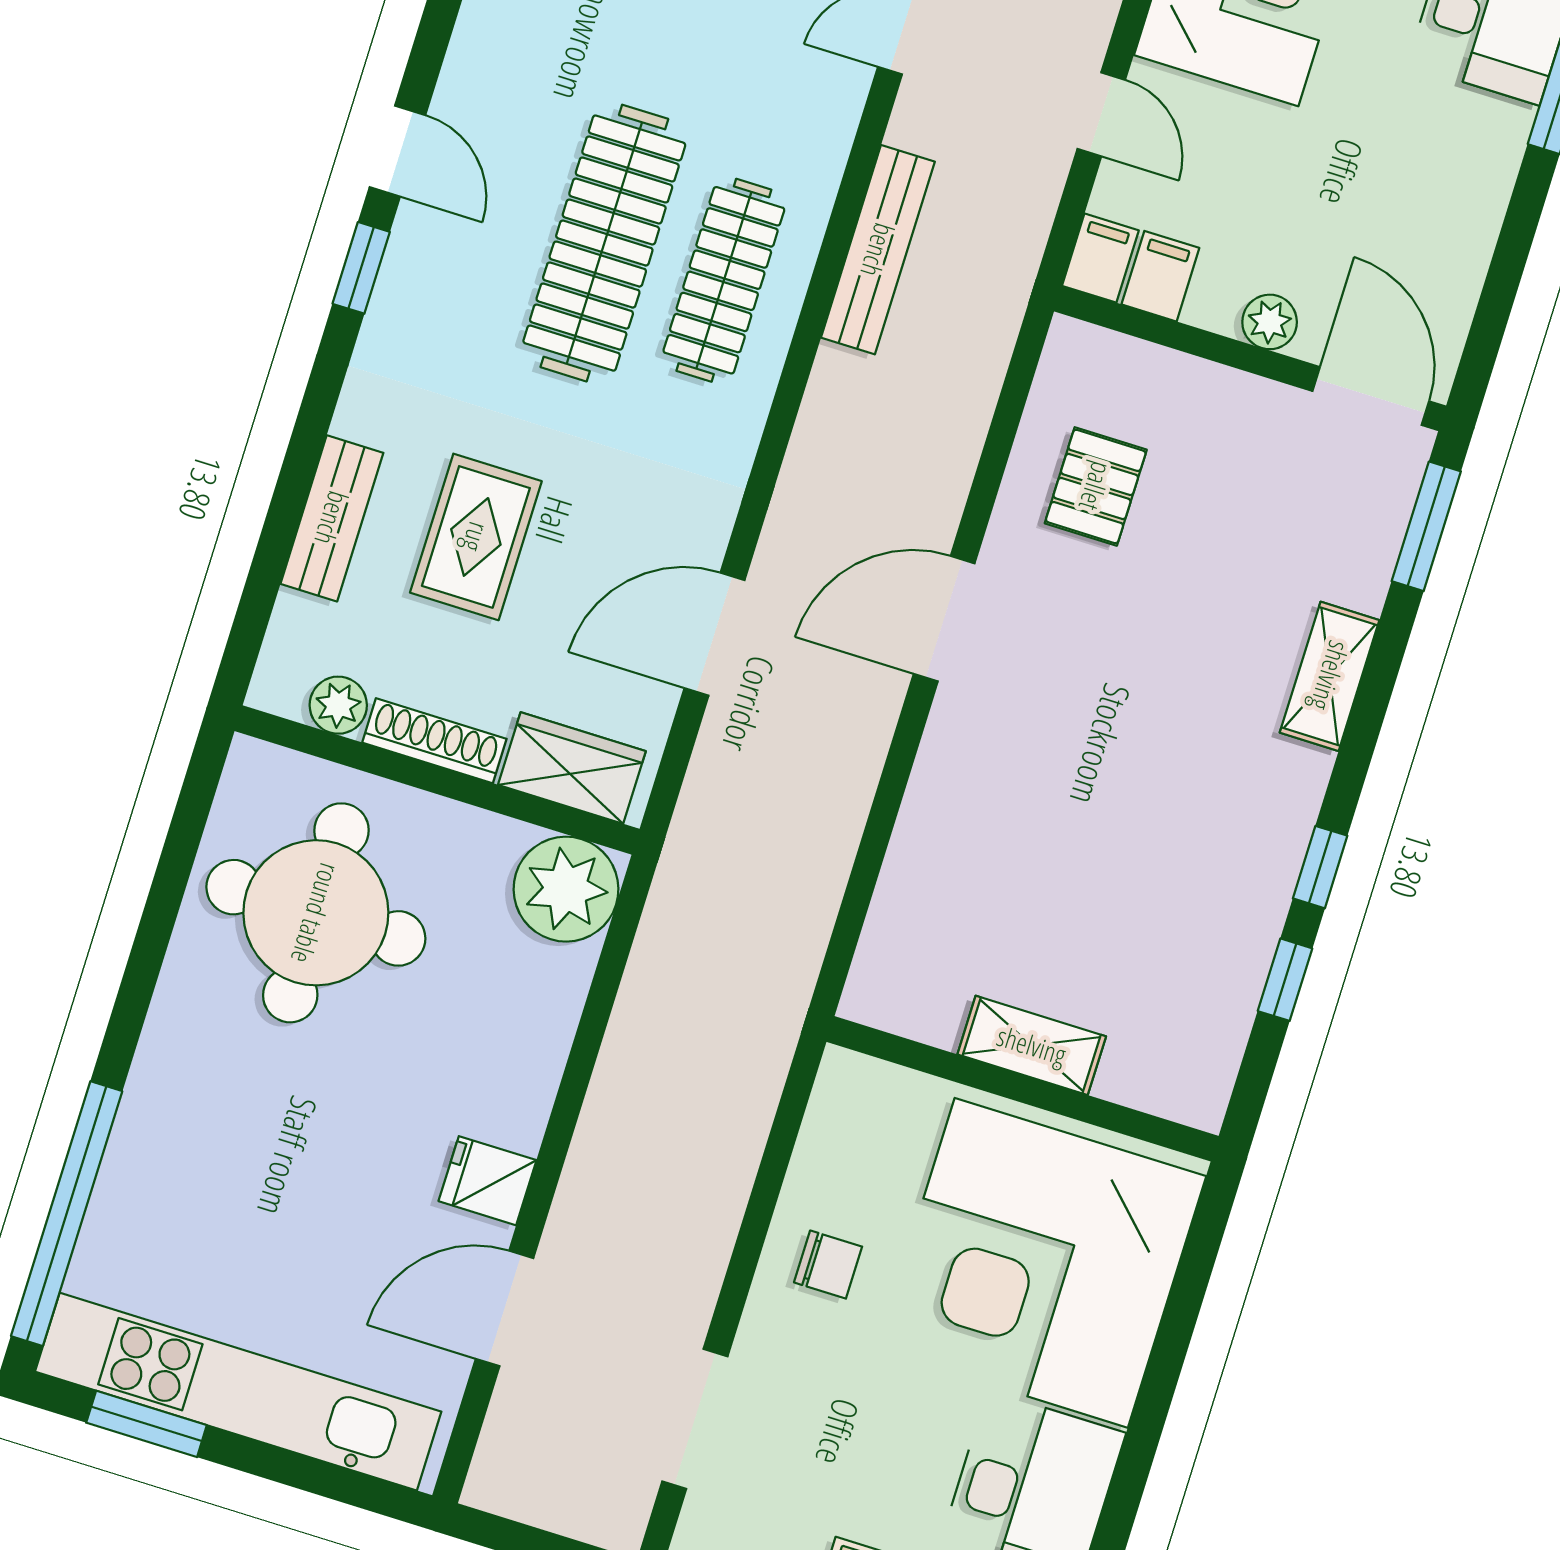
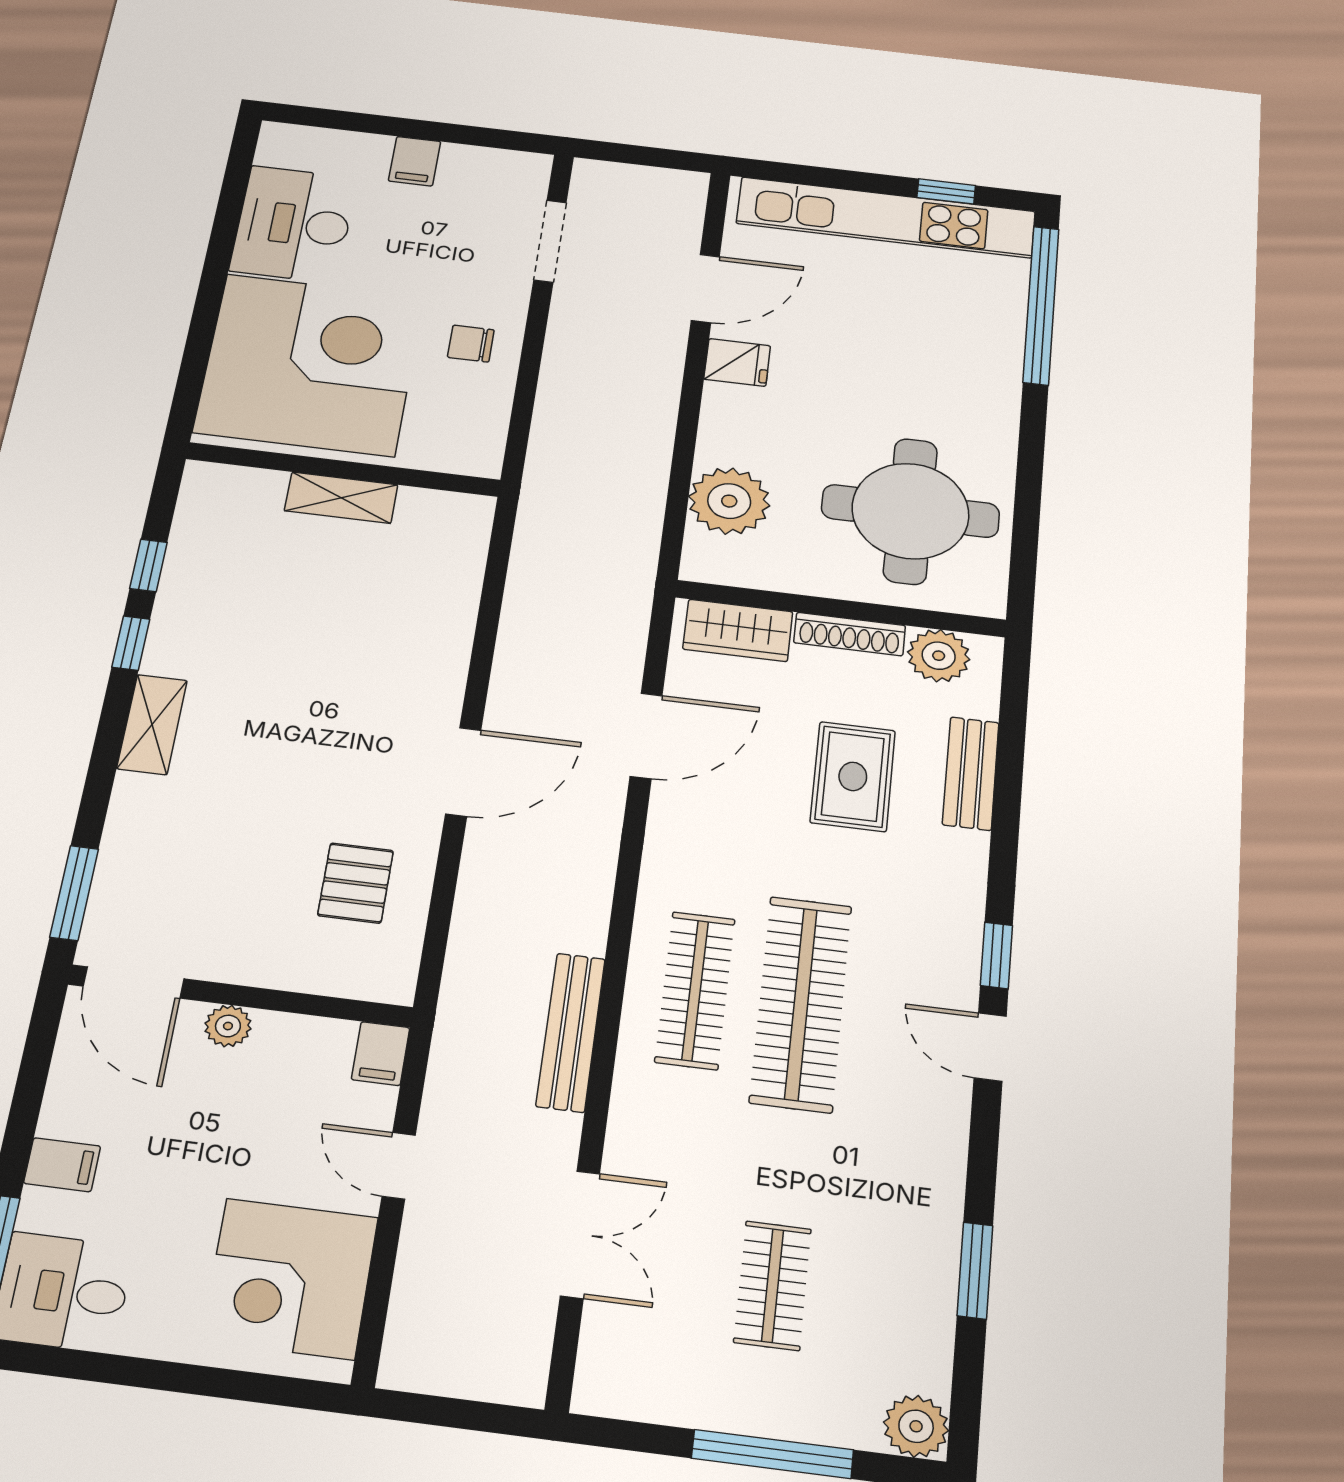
filing cabinet: (1160, 276) -> (62, 1165), moved, turned -90
shelving: (1330, 676) -> (152, 724), moved
plant: (338, 705) -> (939, 656), width x1.38, depth x1.38
plant: (566, 889) -> (729, 501), moved
window: (147, 1424) -> (946, 191), width x0.67

